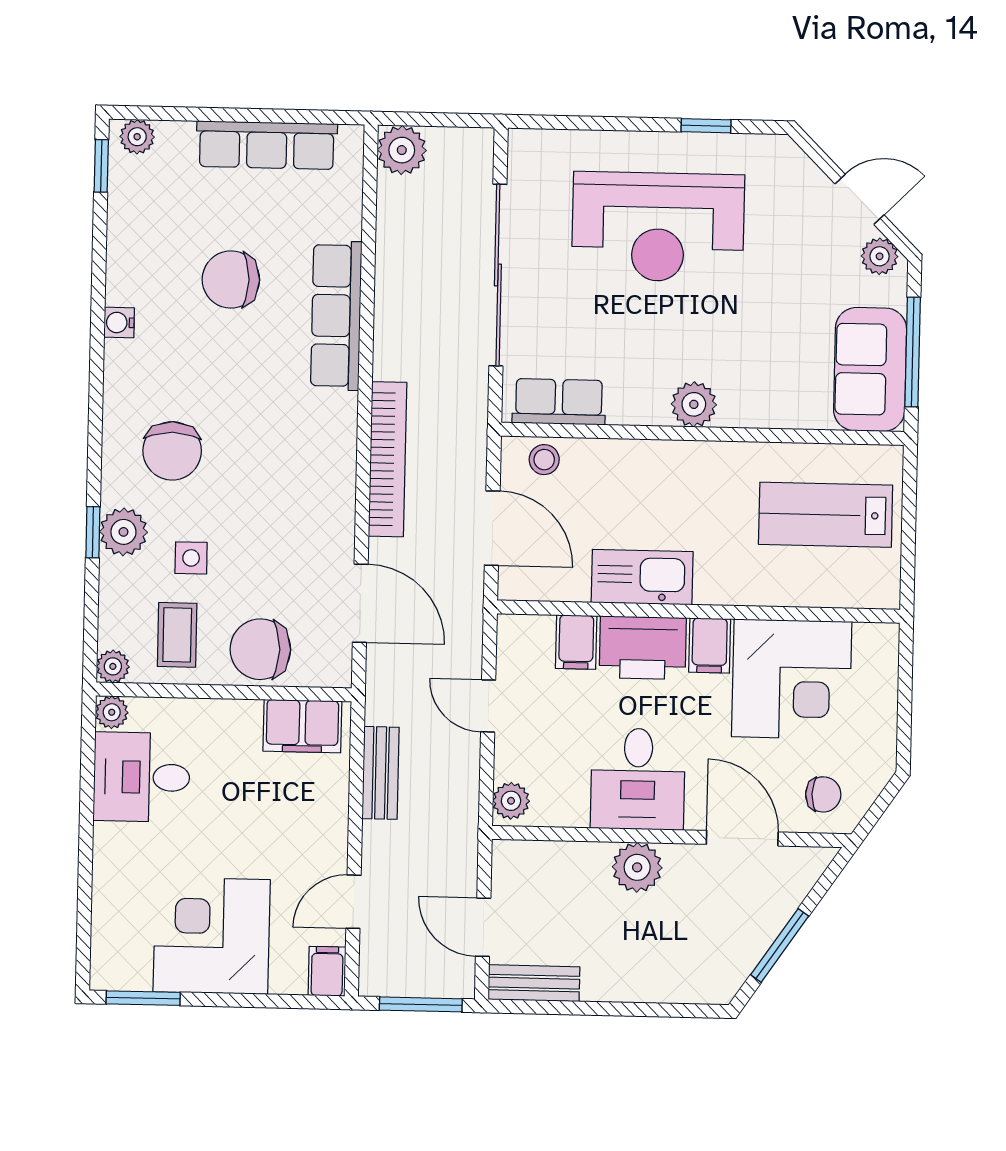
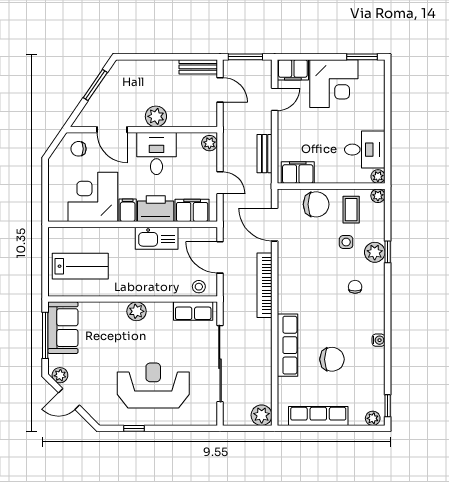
chair: (172, 451) -> (355, 287), width x0.54, depth x0.54
filing cabinet: (576, 642) -> (192, 210), width x2.00
filing cabinet: (327, 971) -> (293, 70), width x2.00

